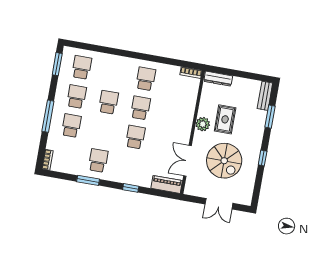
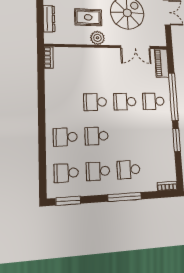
school desk: (146, 79) -> (65, 137), moved
dresser: (218, 79) -> (49, 19), moved
school desk: (98, 160) -> (153, 101), moved
window: (131, 188) -> (173, 97), width x3.17

